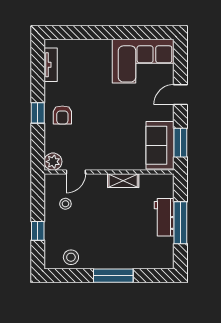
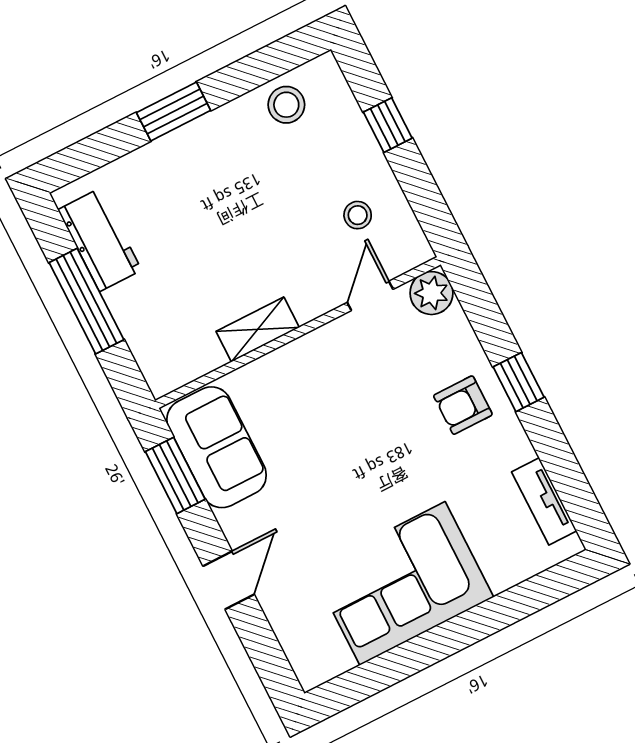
corner sofa: (143, 61) -> (403, 583), moved
armchair: (62, 115) -> (463, 405), turned -90
workbench: (164, 217) -> (100, 240), moved
window: (113, 276) -> (174, 112), width x0.69

